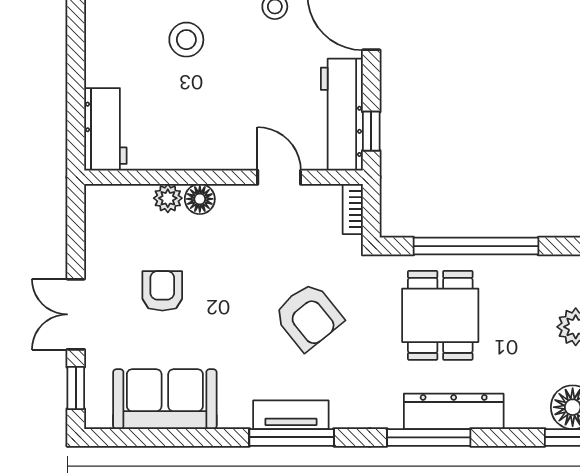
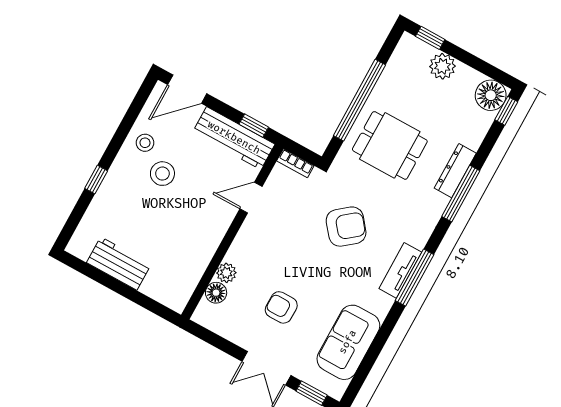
stool: (186, 40) -> (162, 174), moved
workbench: (105, 129) -> (119, 263), moved
floor lamp: (200, 199) -> (216, 293), moved
dresser: (454, 411) -> (455, 171), width x0.73, depth x0.80

